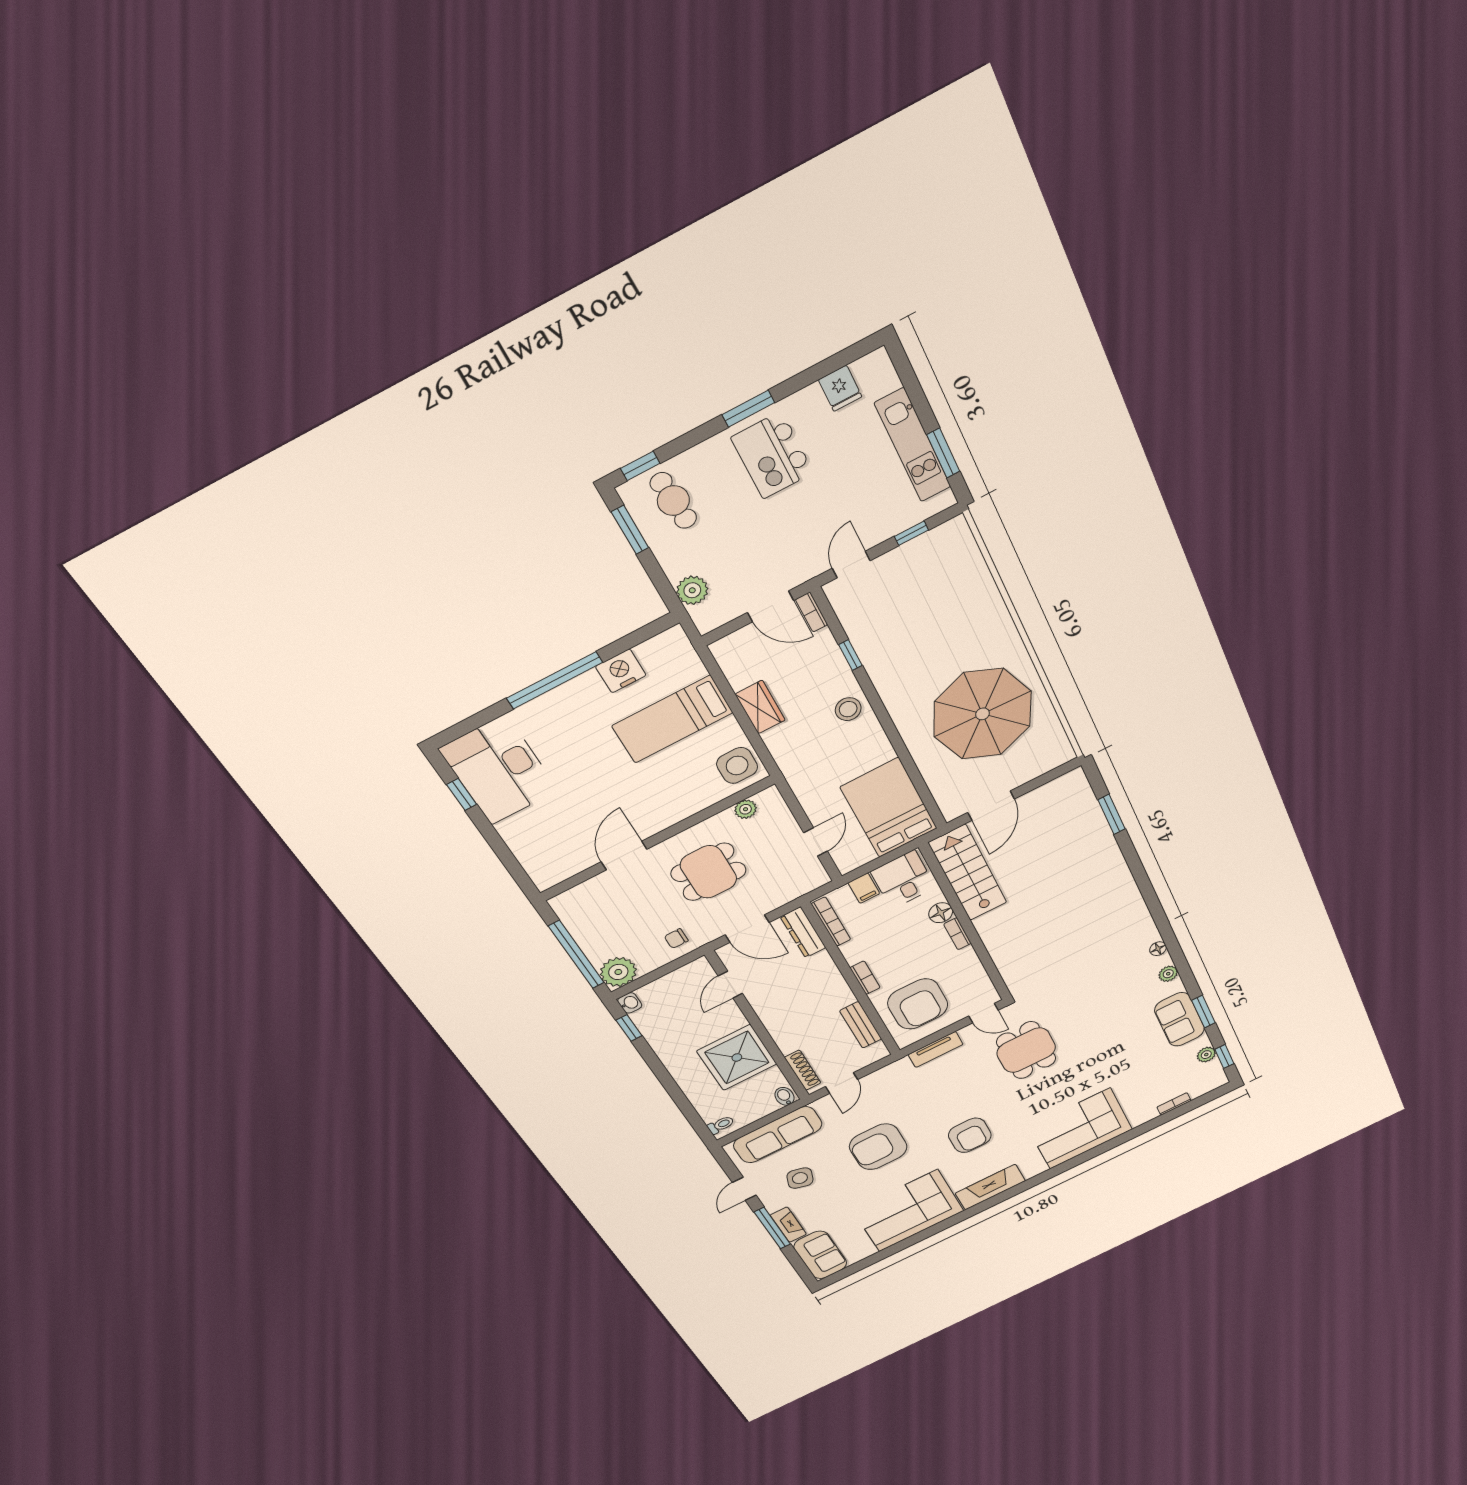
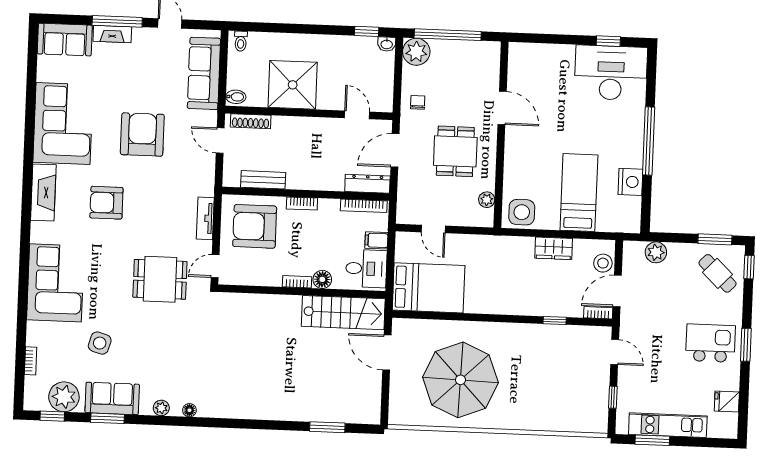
cafe table: (673, 501) -> (718, 273), turned 48
stool: (848, 709) -> (603, 263), moved
plant: (1206, 1055) -> (64, 397), width x1.88, depth x1.88
side table: (800, 1178) -> (100, 343), moved

